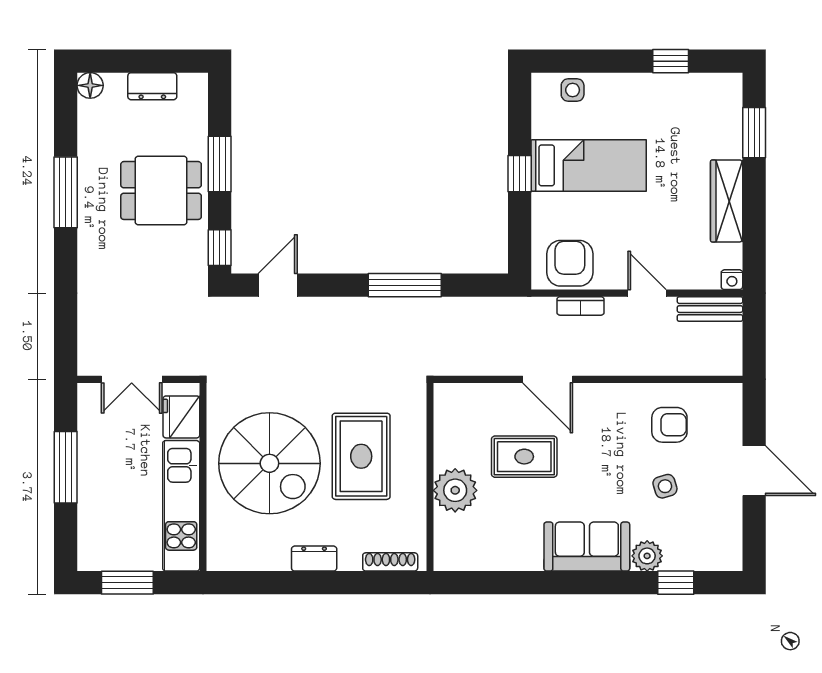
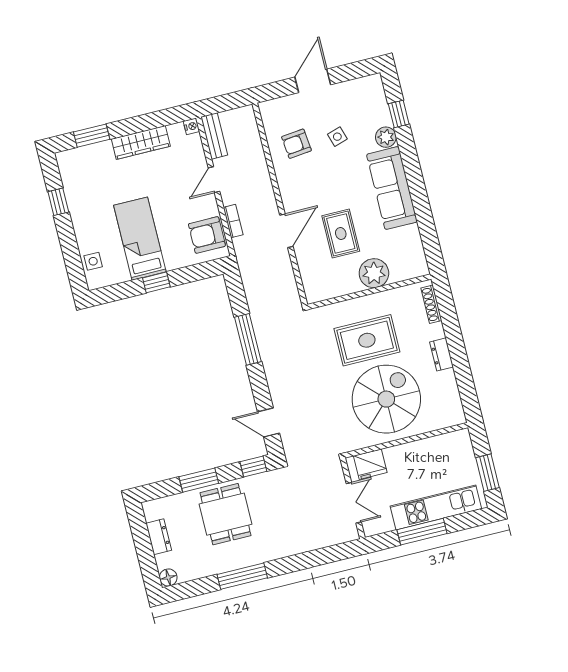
armchair: (669, 425) -> (296, 144), turned -96
kitchen unit: (181, 506) -> (436, 507), moved, turned 180
sofa: (587, 547) -> (392, 188), width x1.36

